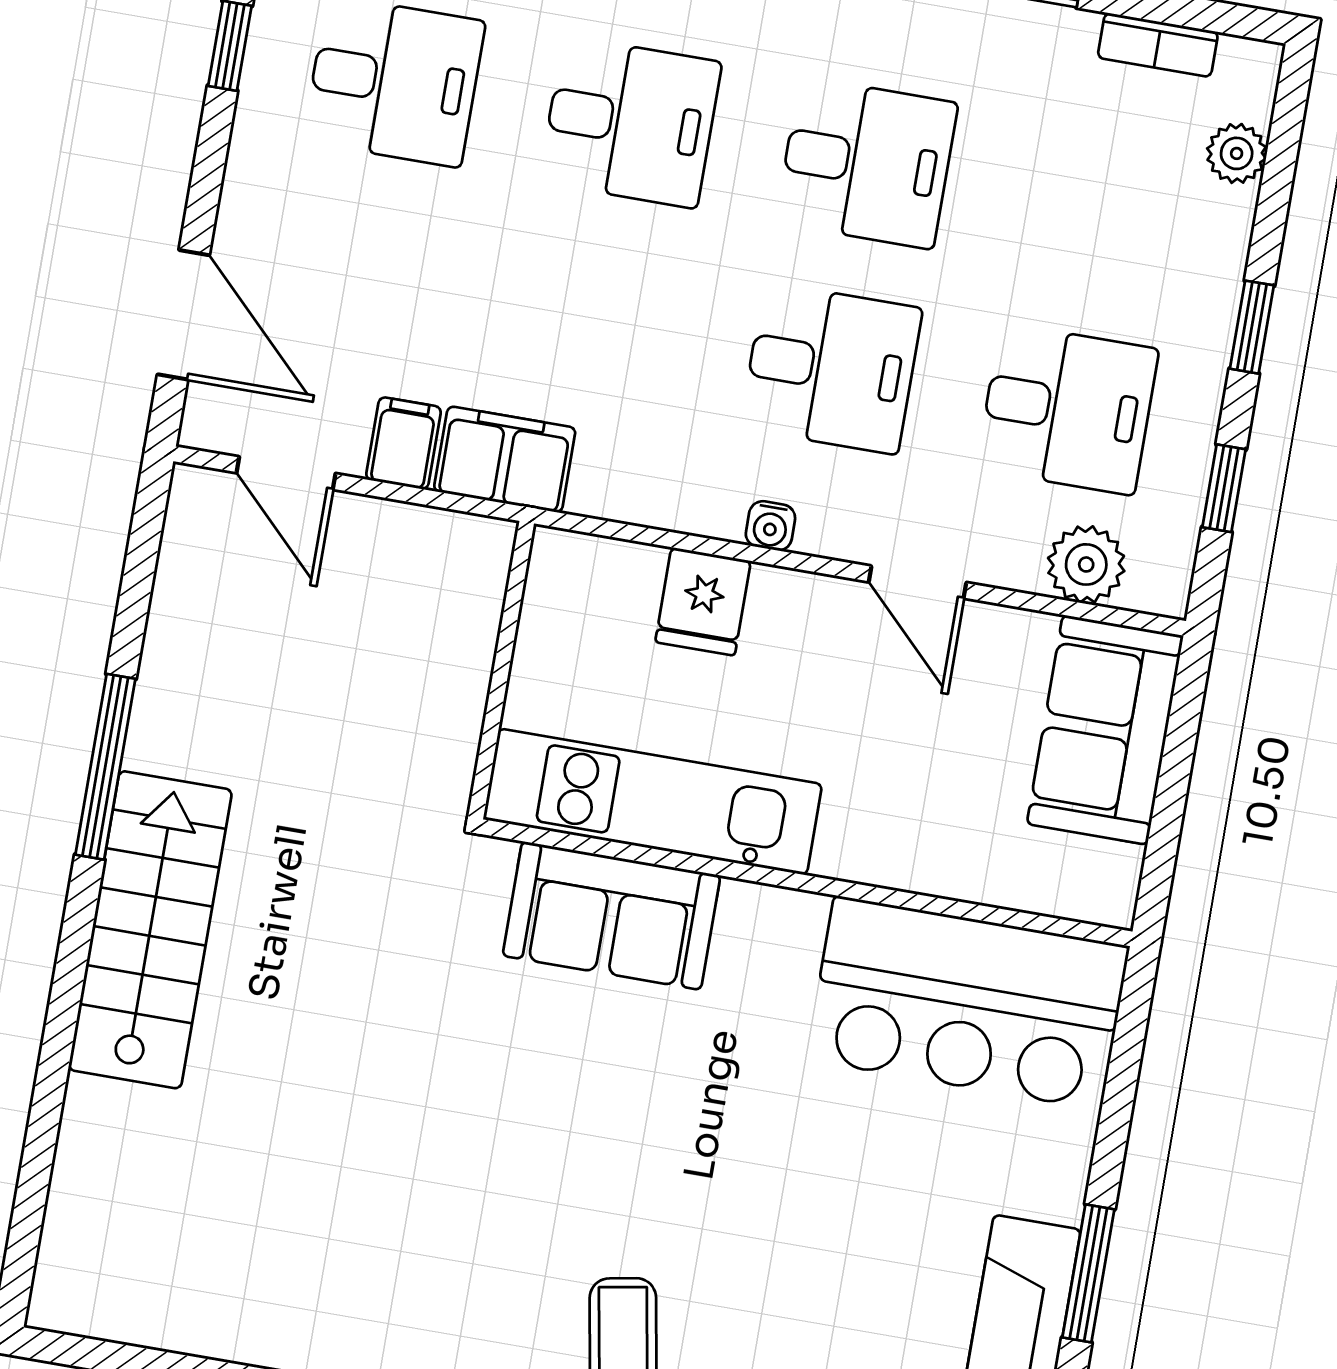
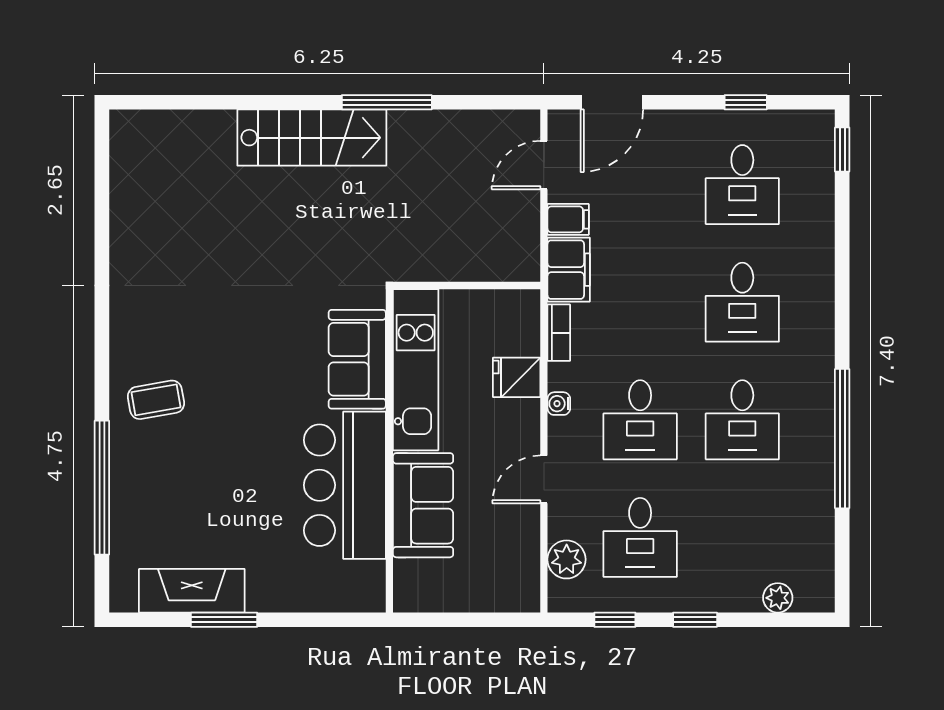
bookcase: (1158, 45) -> (559, 333), moved, turned 180
sofa: (1105, 730) -> (423, 505), moved, turned 90
bar counter: (968, 1003) -> (345, 485), moved

